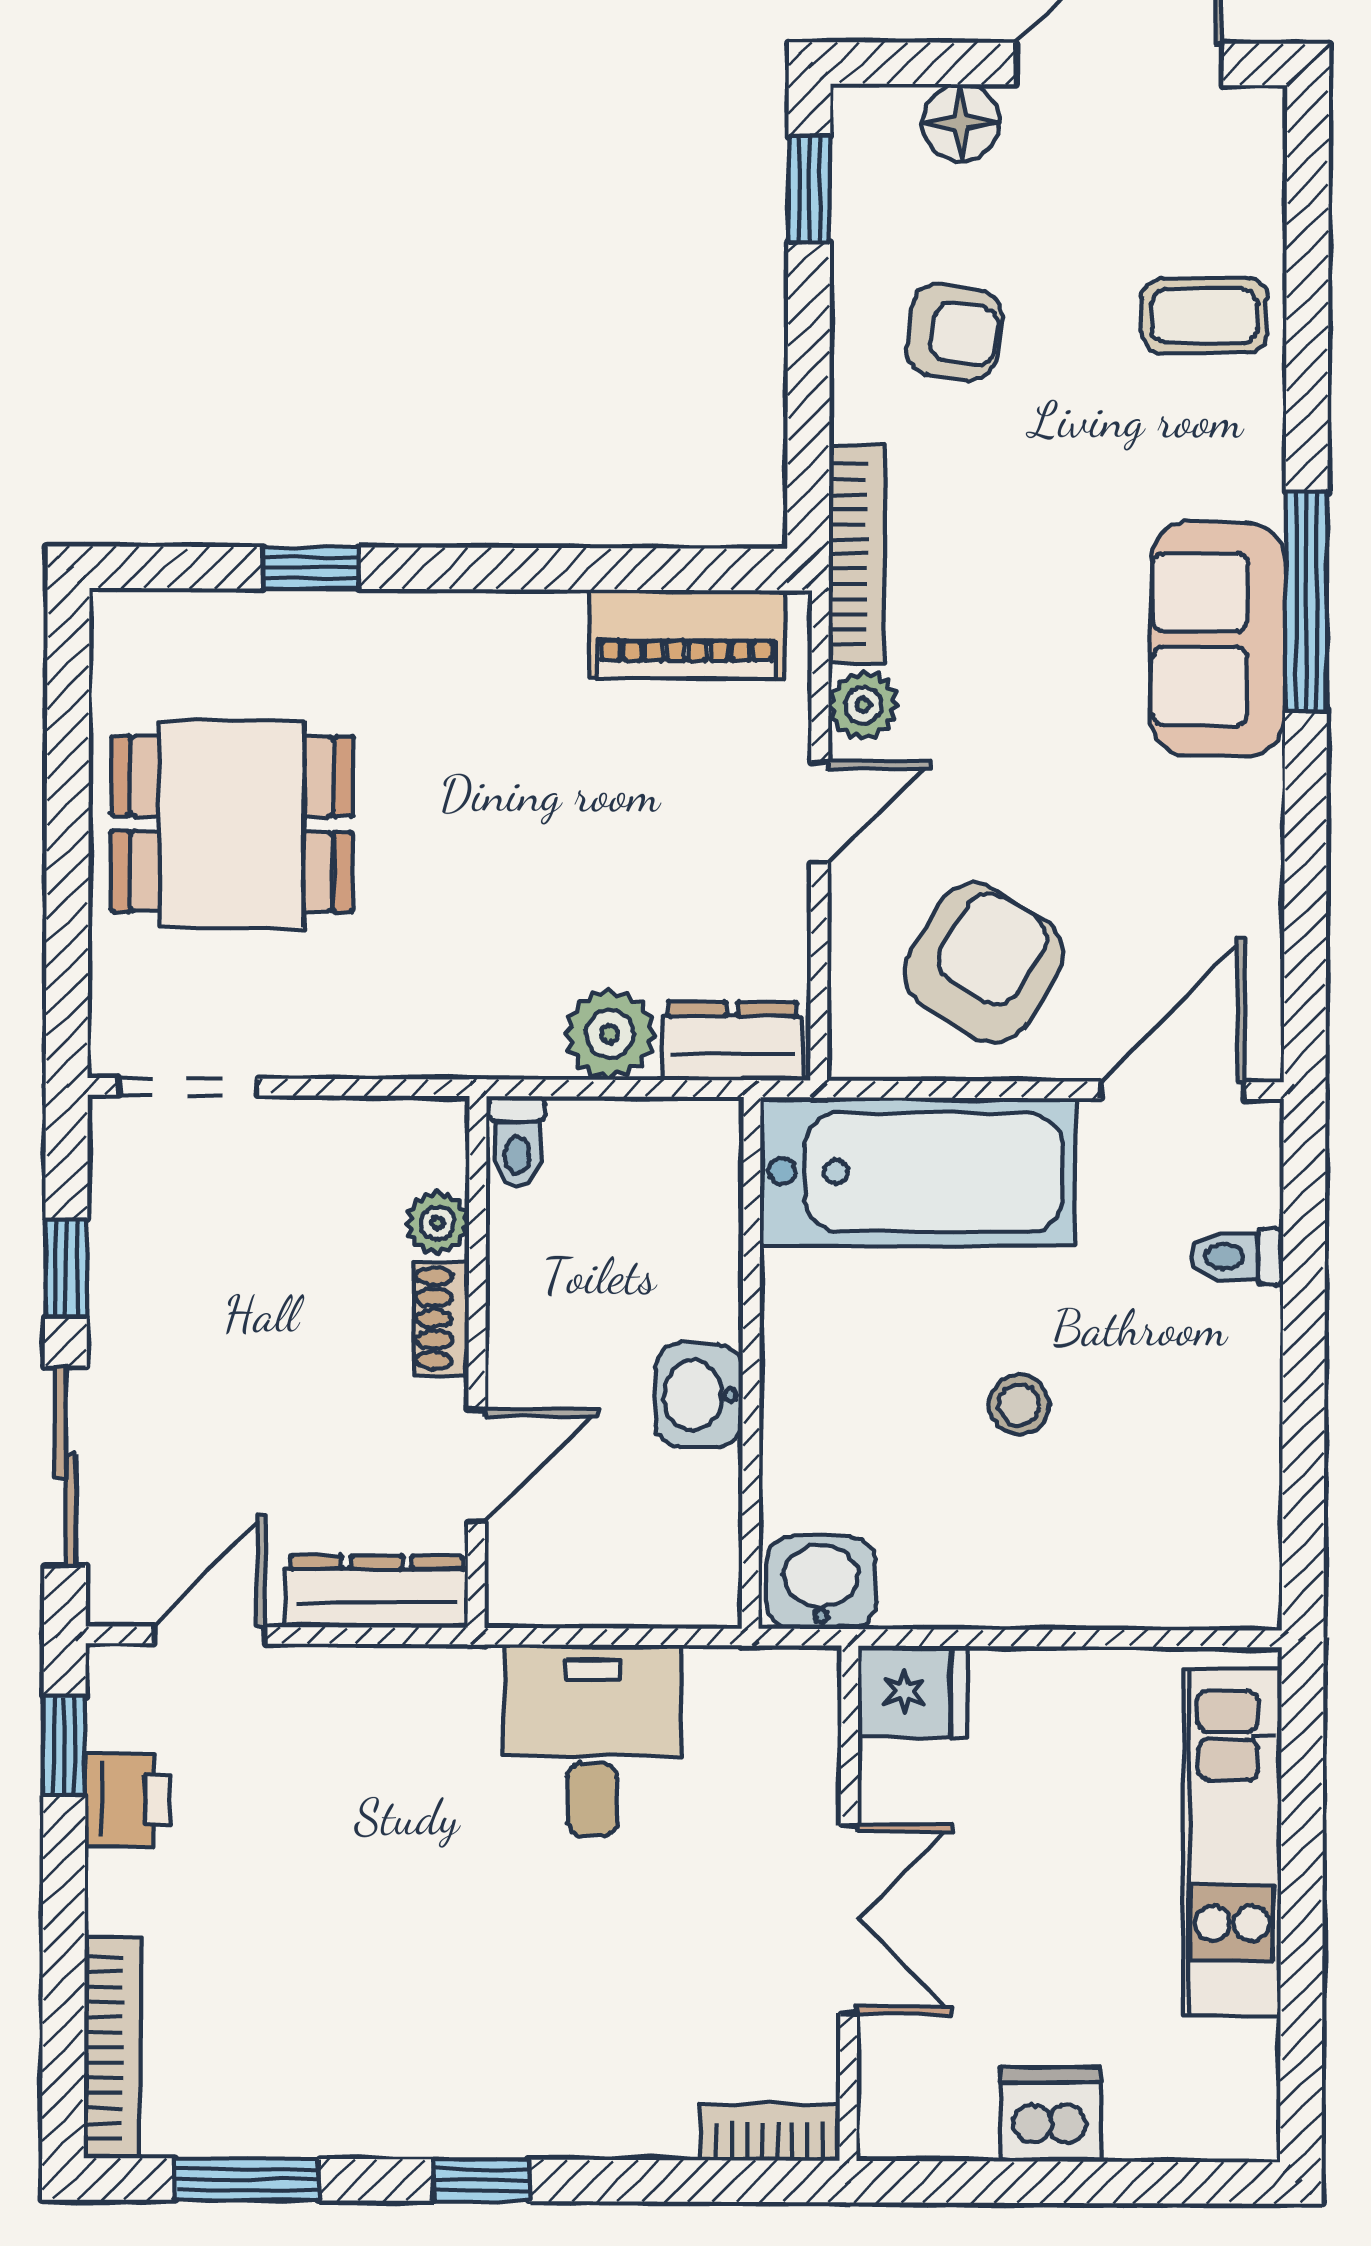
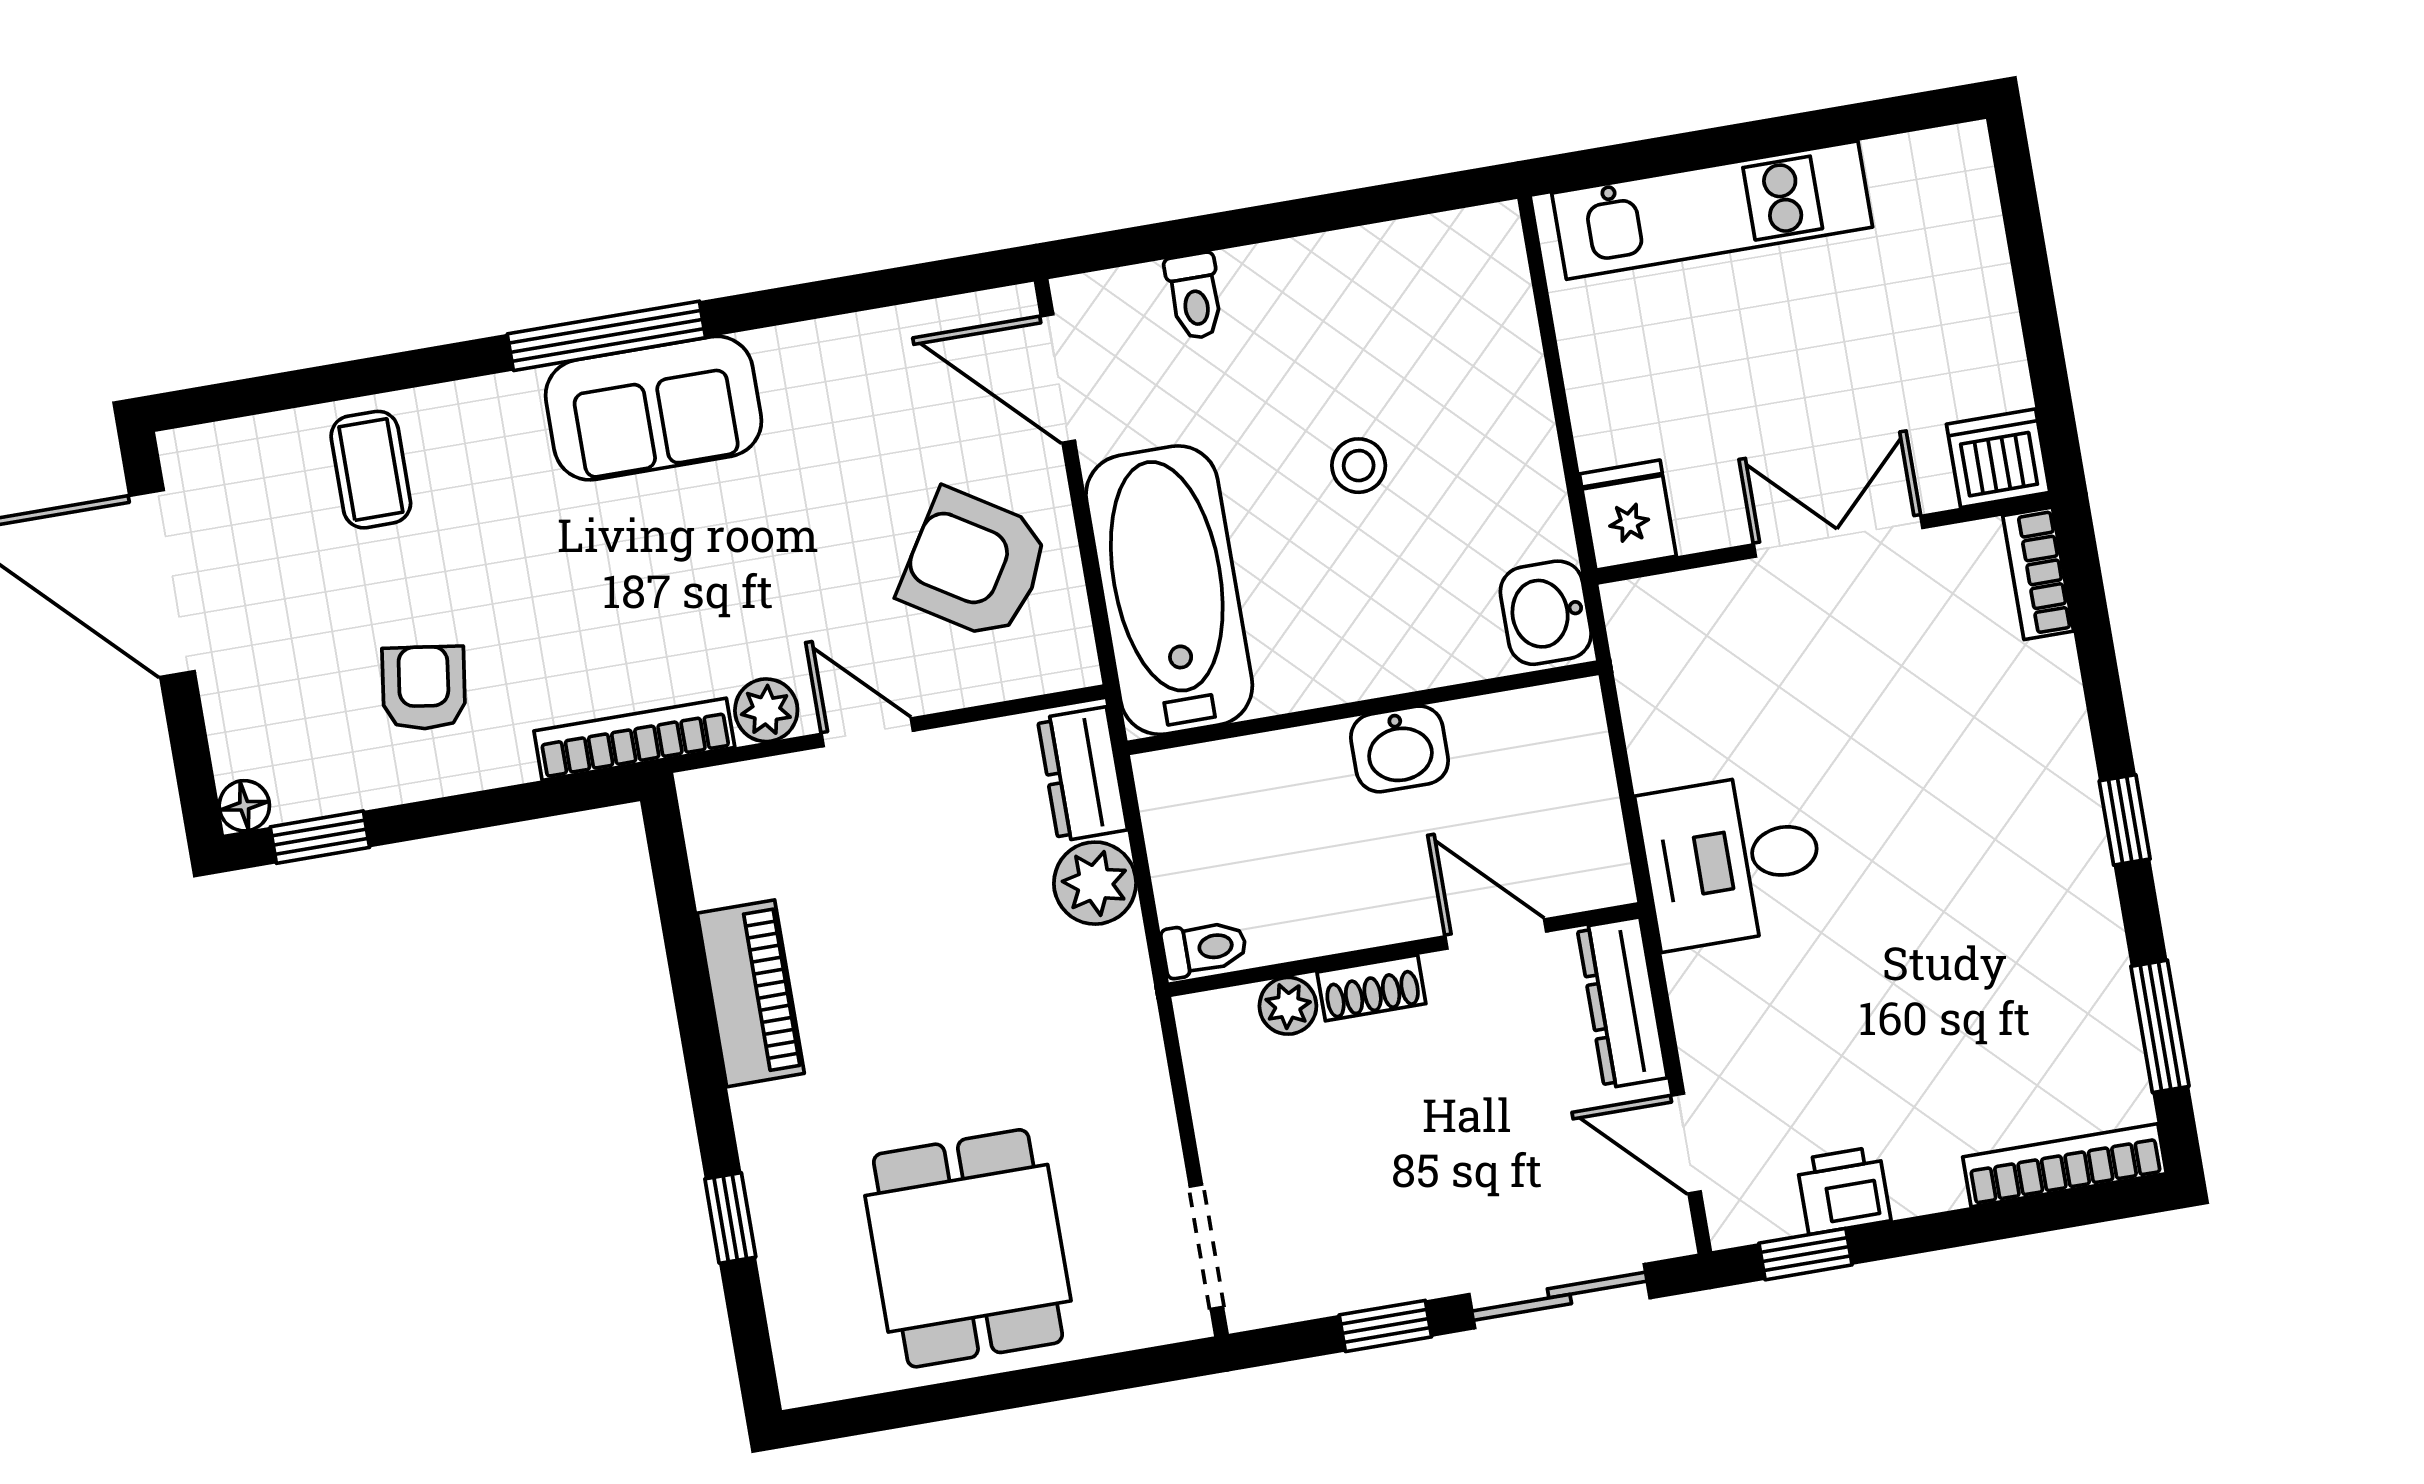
floor lamp: (961, 123) -> (244, 806), moved, width x0.73, depth x0.73
piano: (687, 634) -> (751, 993), moved
desk: (592, 1741) -> (1732, 860), moved
dishwasher: (1051, 2114) -> (1998, 458), moved, turned 90

